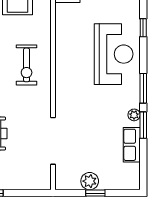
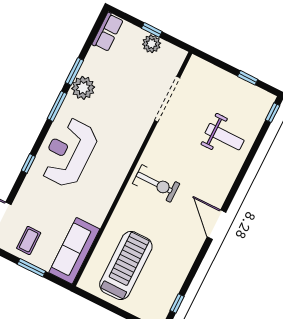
exercise bike: (27, 65) -> (156, 184), turned 90
plant: (134, 115) -> (83, 88), width x1.88, depth x1.88
row of seats: (132, 145) -> (108, 32), moved

